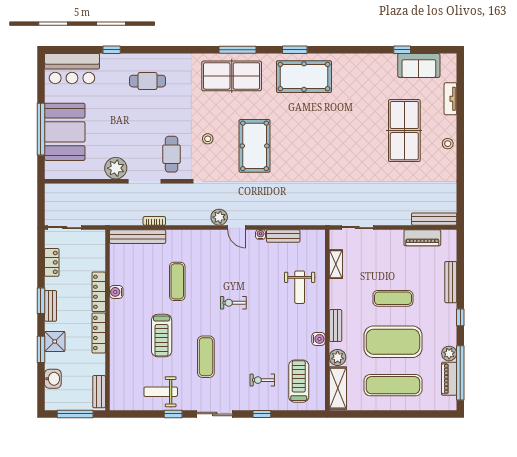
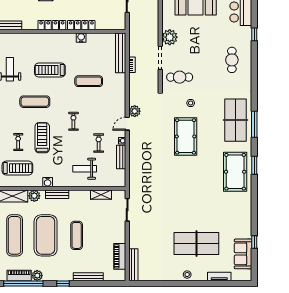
pool table: (255, 146) -> (186, 136), turned 90
exercise bike: (264, 267) -> (99, 143), added
treadmill: (256, 346) -> (42, 138), added

